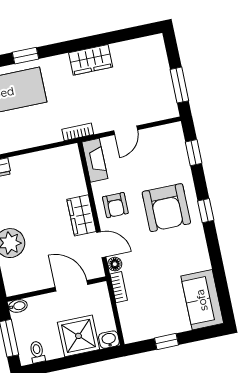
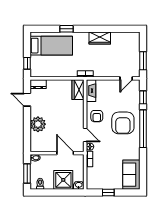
door: (126, 130) -> (126, 78), moved
window: (206, 211) -> (143, 129), width x3.17
wardrobe: (81, 215) -> (78, 90), moved

